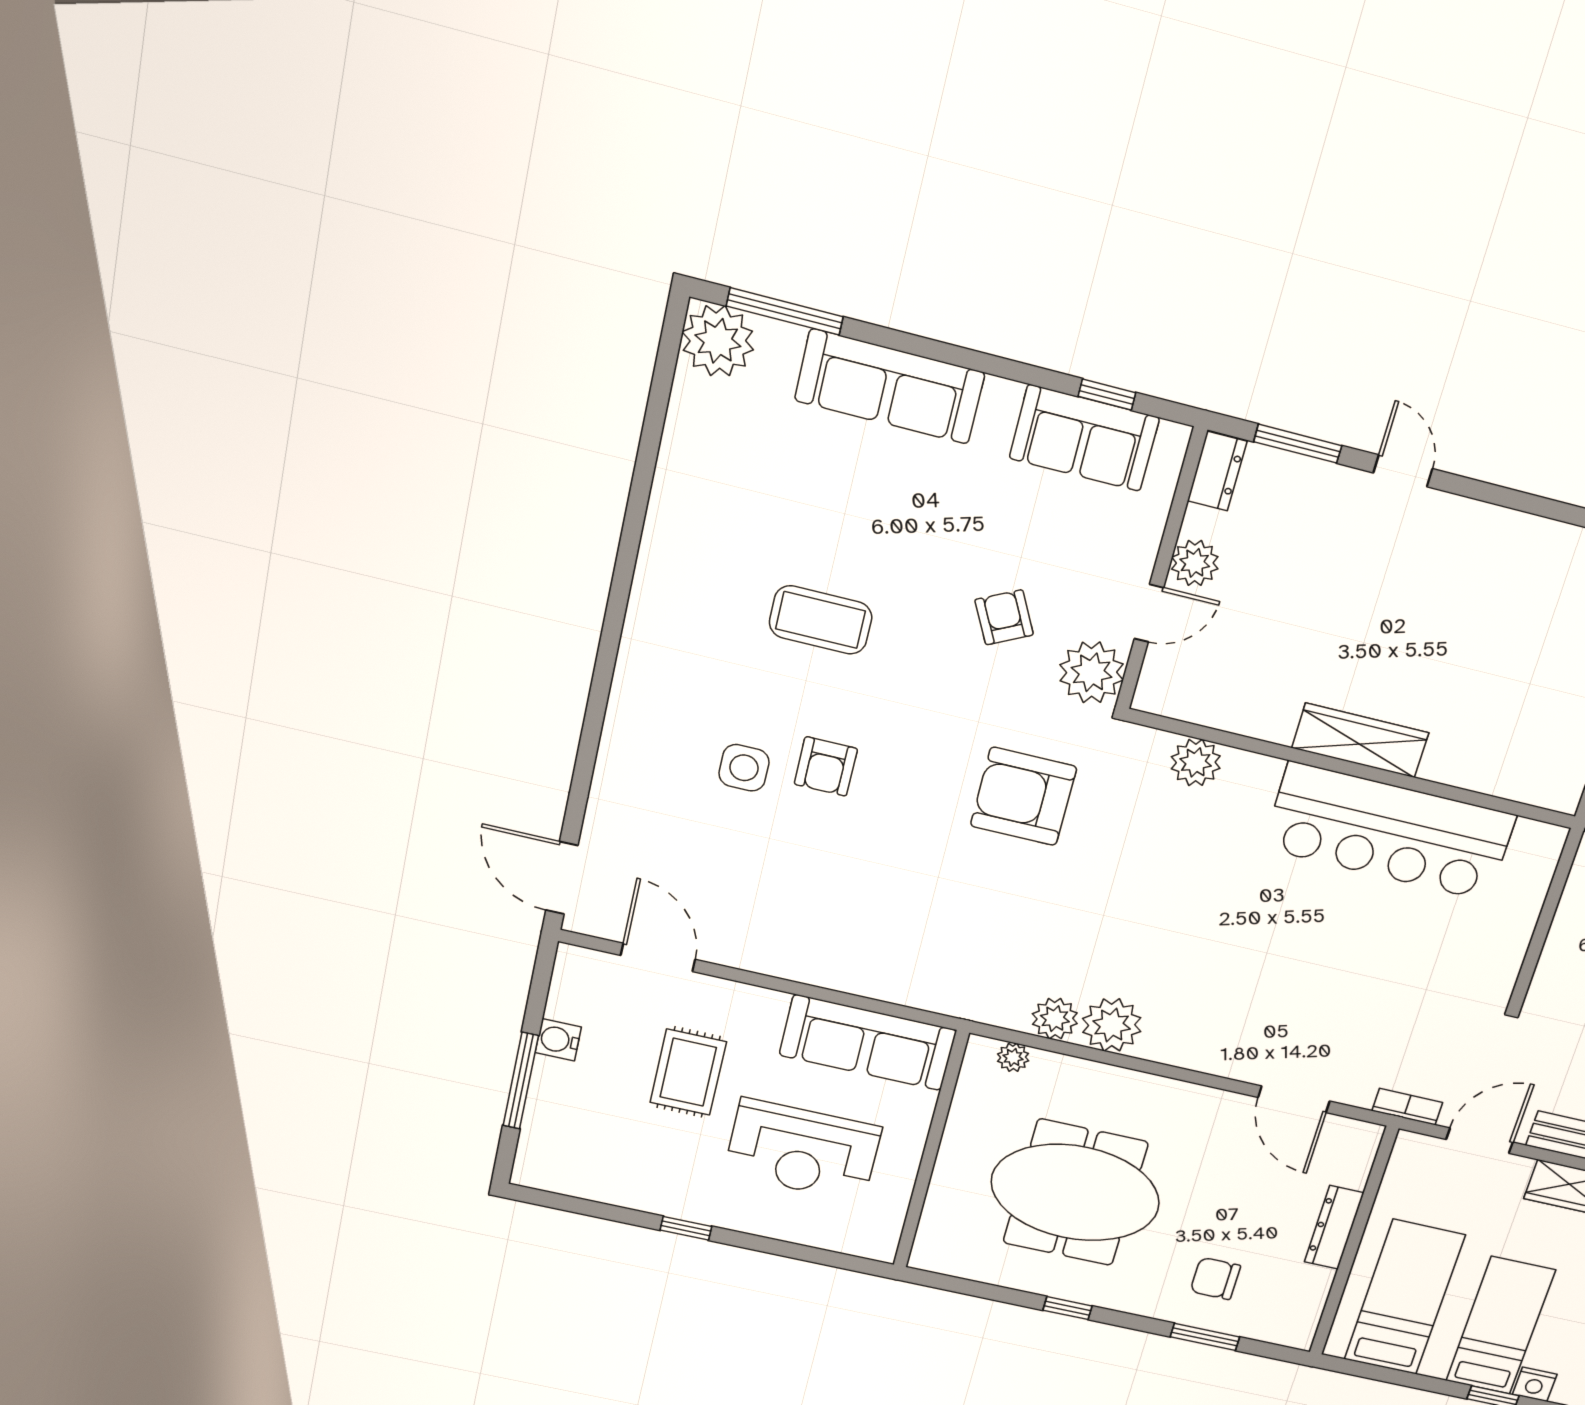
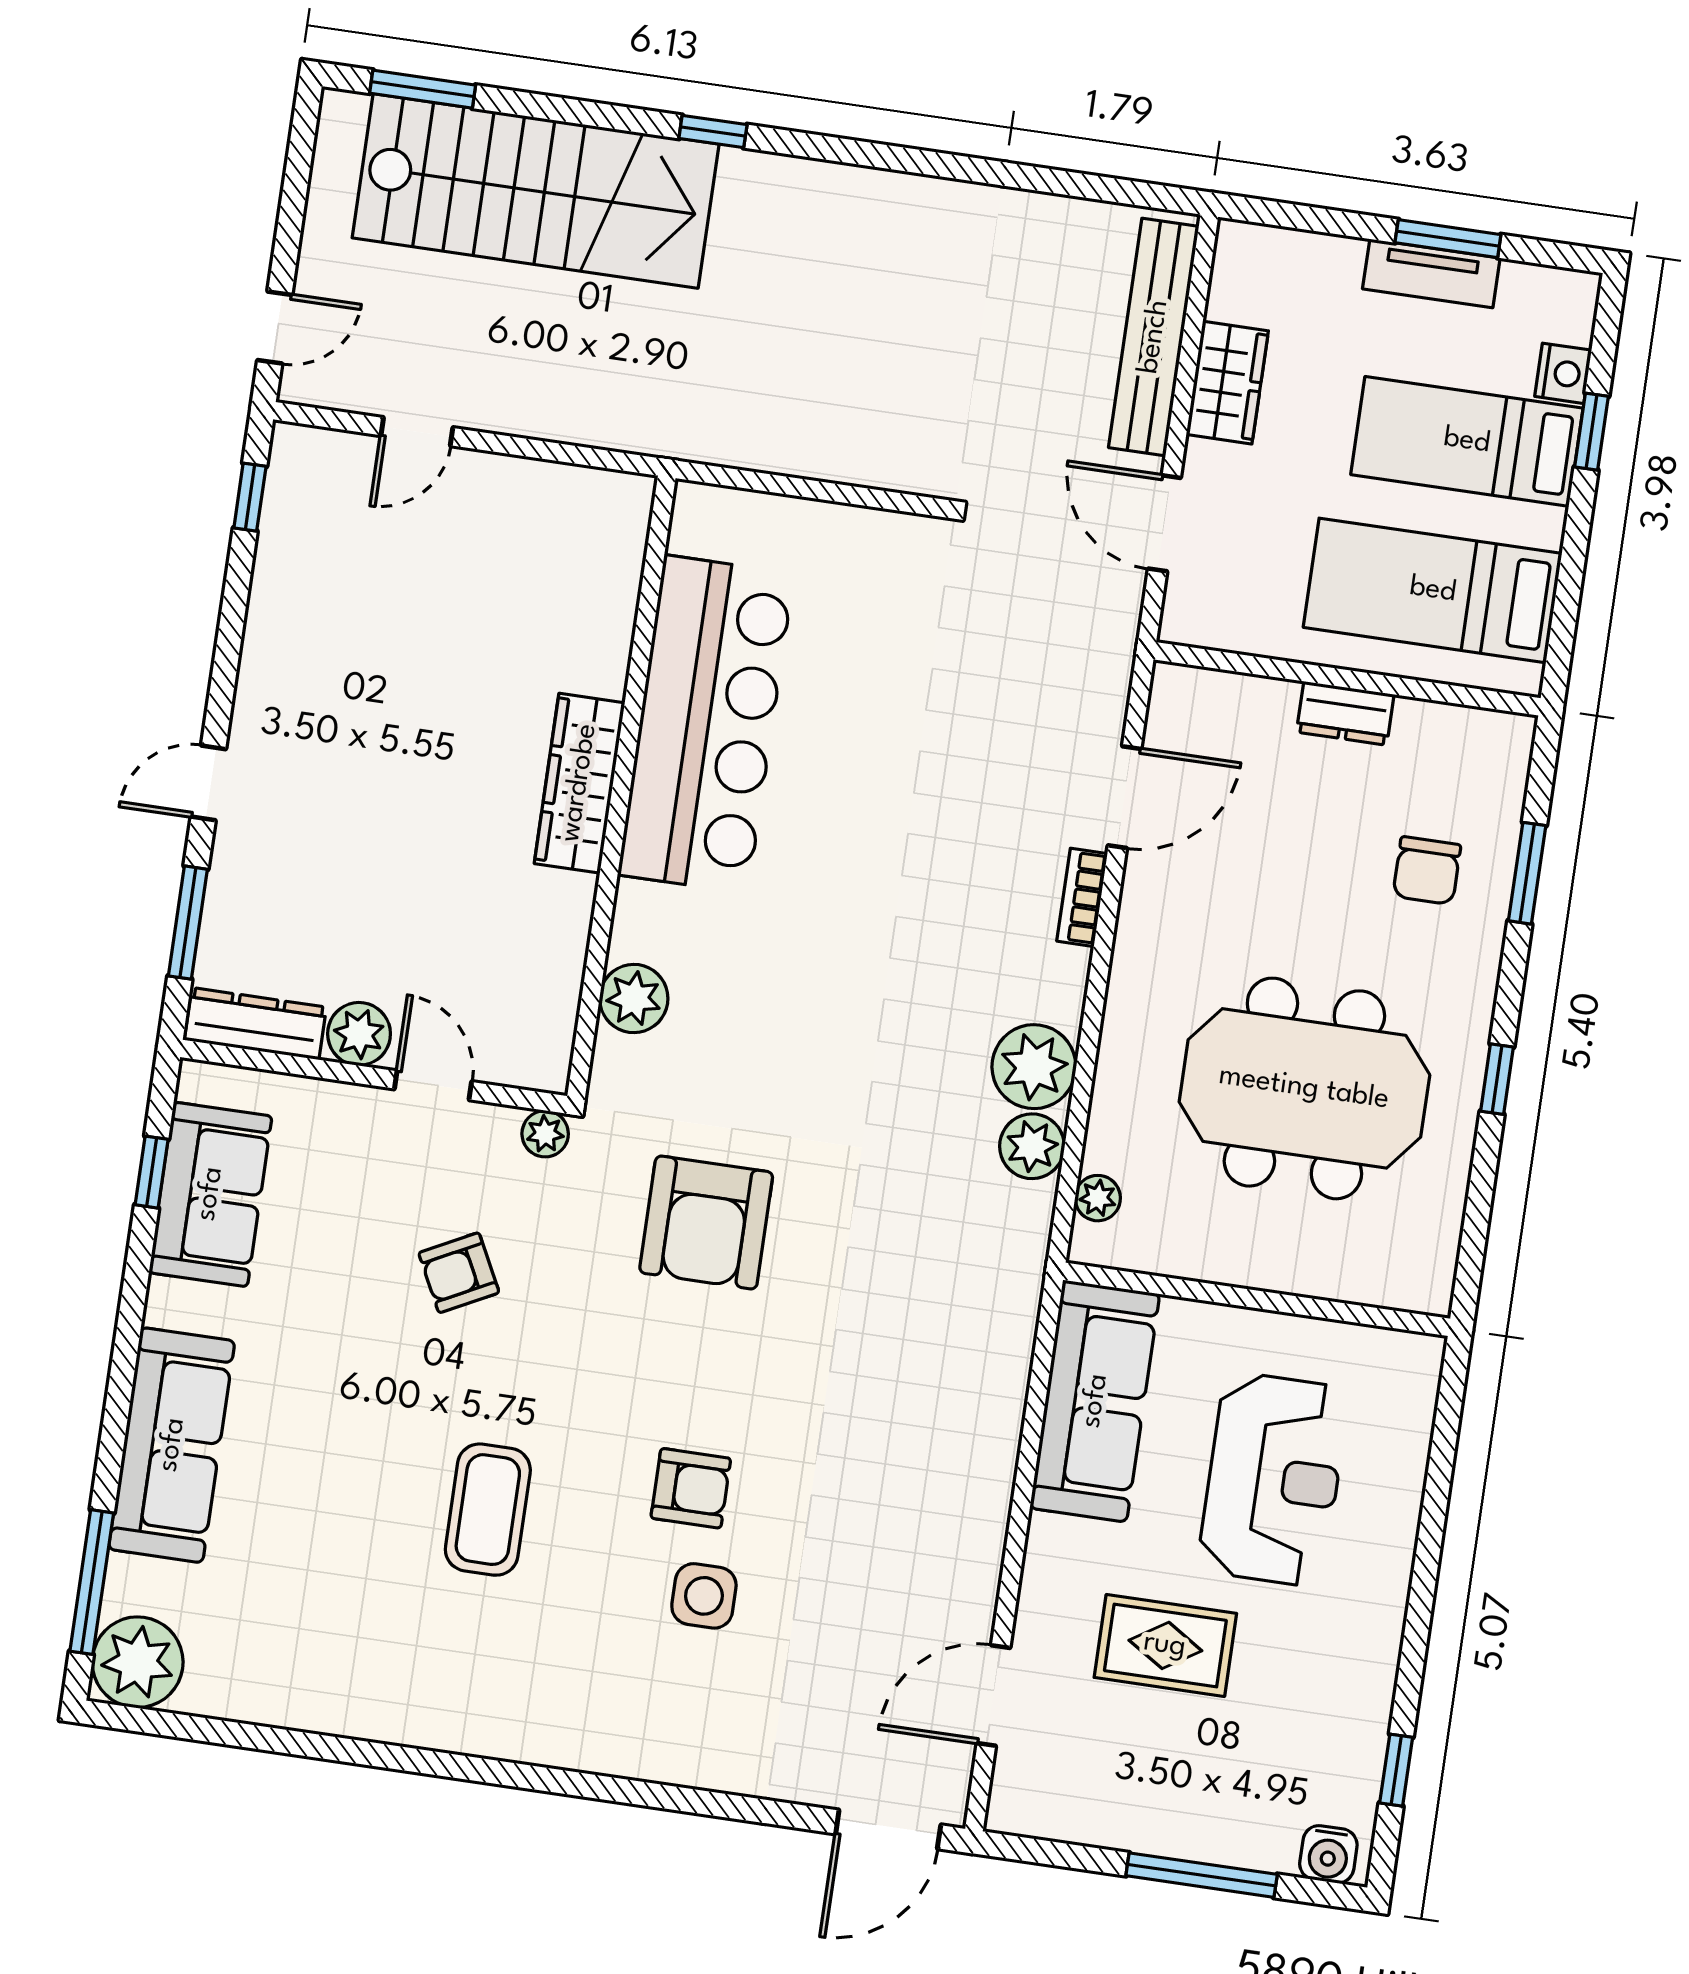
dresser: (1217, 471) -> (255, 1024), width x1.44
plant: (1092, 672) -> (545, 1134), width x0.53, depth x0.53
water cooler: (558, 1040) -> (1328, 1854), moved
bookcase: (1407, 1107) -> (1082, 897), moved
meeting table: (1075, 1193) -> (1304, 1088), turned 90
dresser: (1334, 1227) -> (1345, 713), width x0.70
window: (686, 1228) -> (1396, 1770), moved

